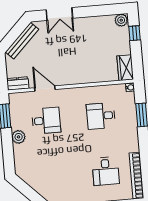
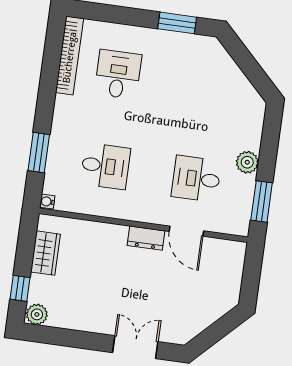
bench: (22, 41) -> (206, 318), removed
wardrobe: (125, 68) -> (45, 253), moved
dresser: (18, 83) -> (146, 238), moved

